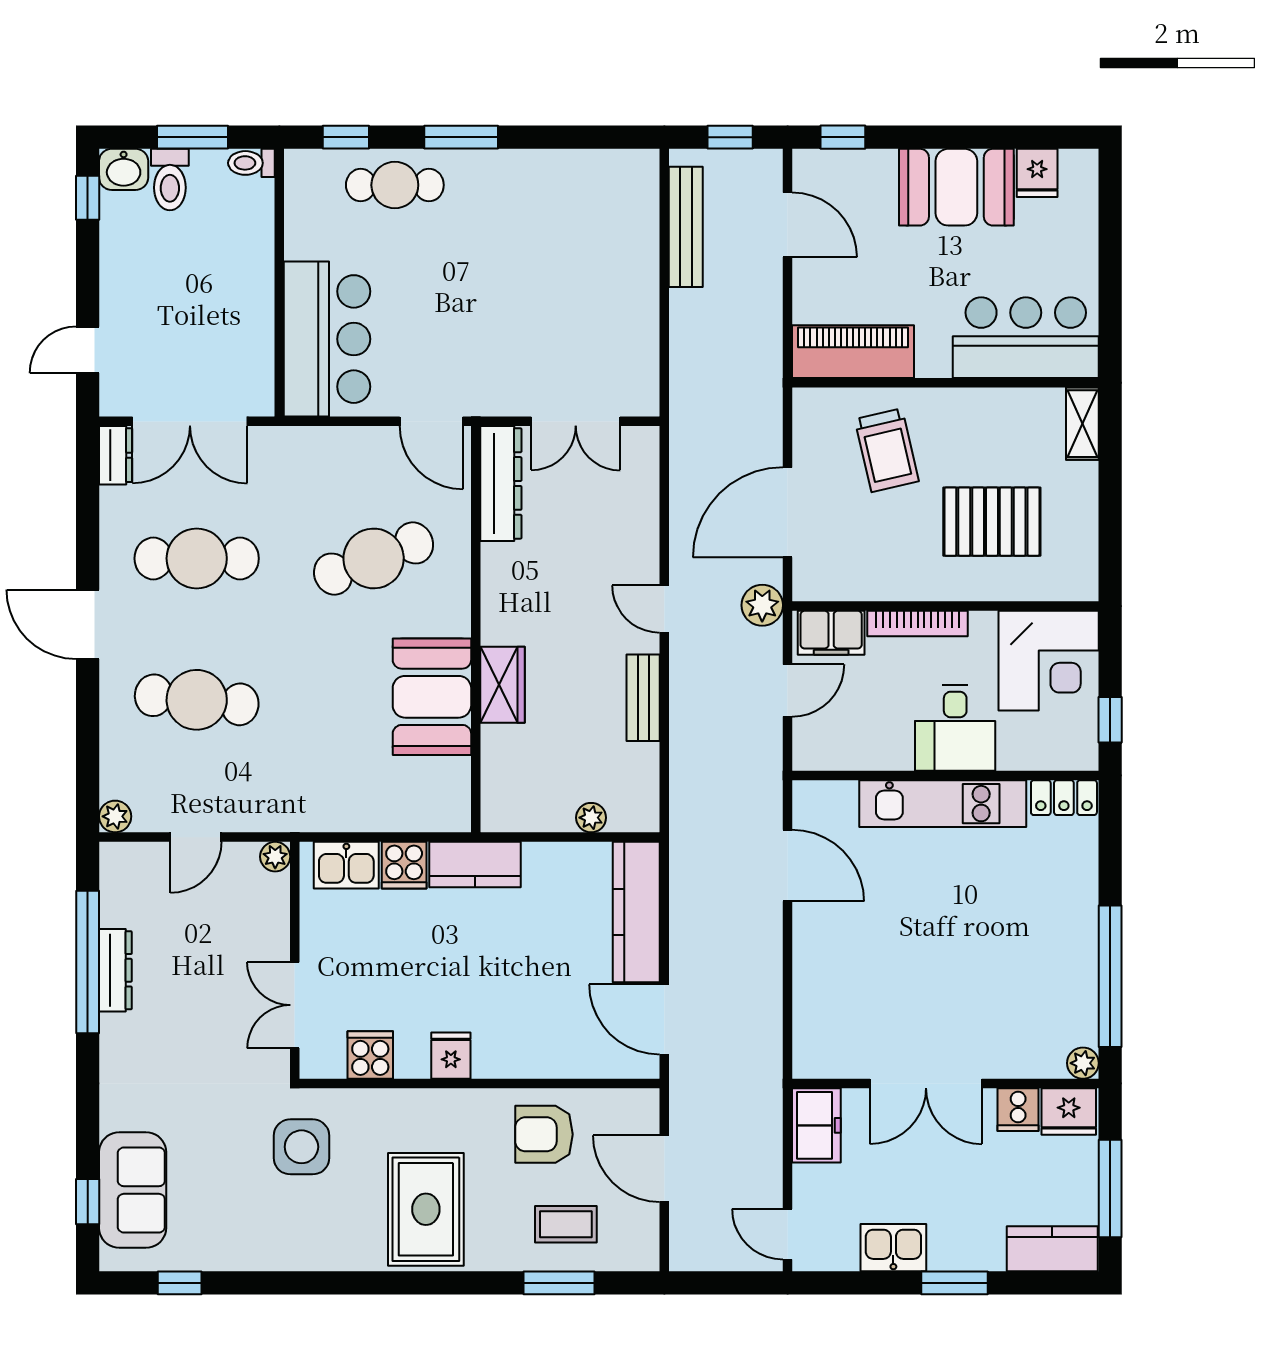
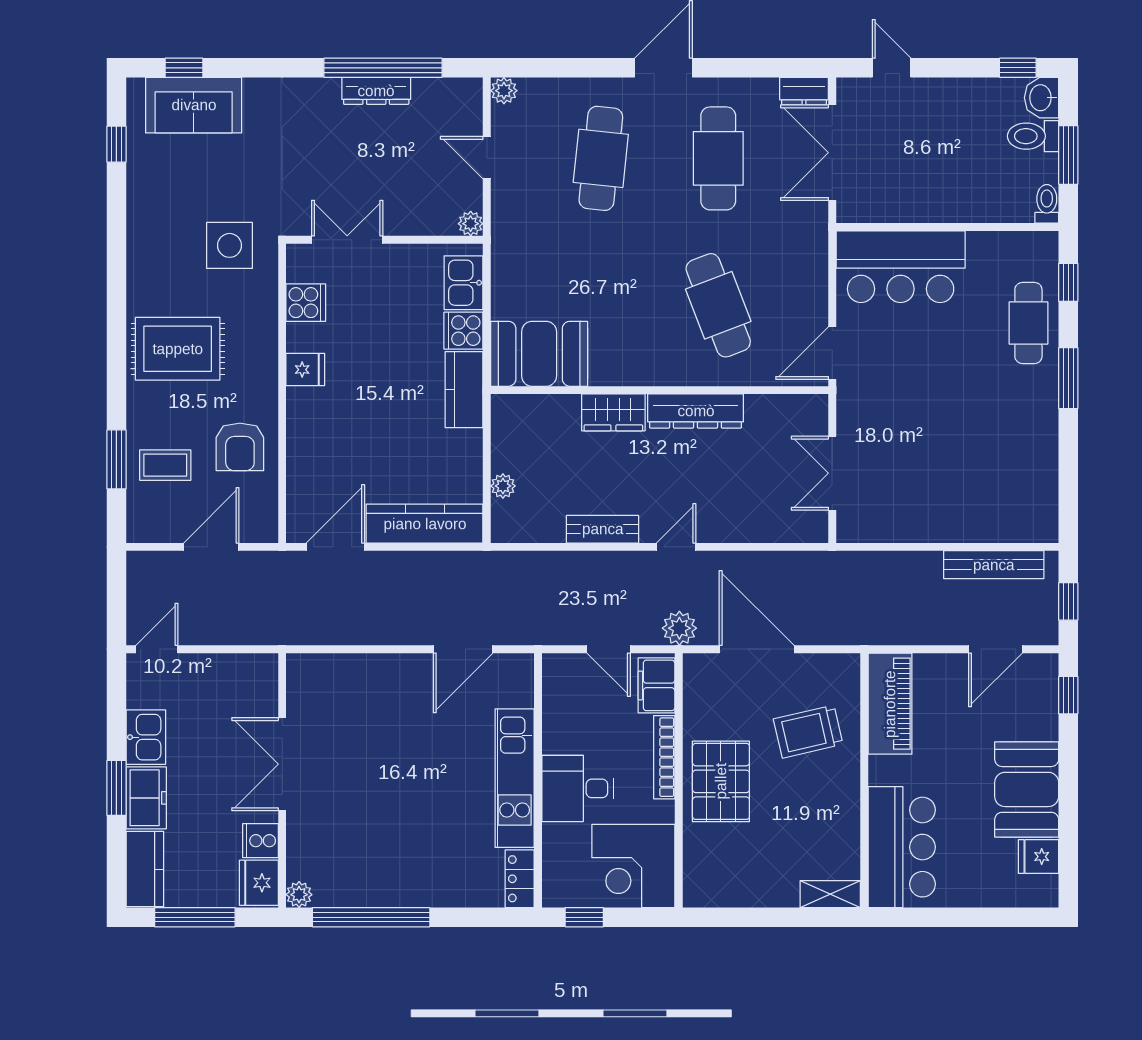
dresser: (501, 483) -> (696, 411), moved
pallet: (992, 522) -> (721, 781), moved
booth: (432, 697) -> (539, 354), moved
freezer: (816, 1125) -> (146, 798), moved, turned -90
armchair: (544, 1134) -> (240, 447), turned 180
coffee table: (566, 1224) -> (165, 465), turned 90

